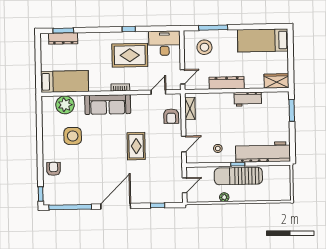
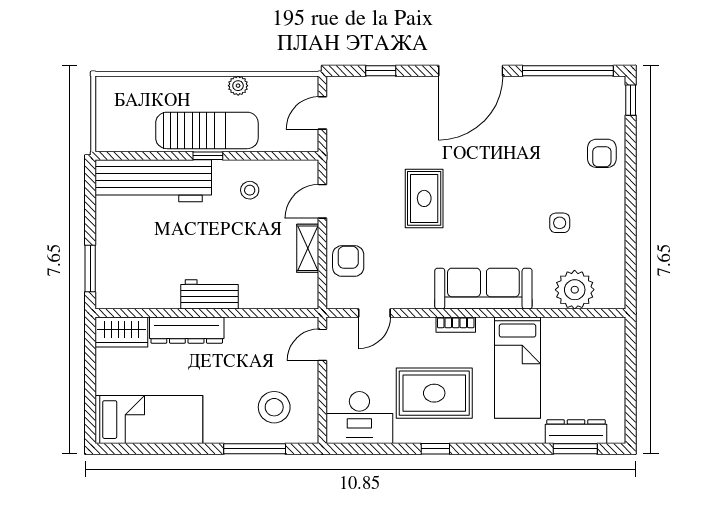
bed: (65, 81) -> (518, 368), moved, turned -90
dresser: (227, 83) -> (187, 330), moved
workbench: (248, 99) -> (209, 294), moved
shelving: (190, 109) -> (308, 248), moved
side table: (73, 136) -> (560, 223), width x0.54, depth x0.54

